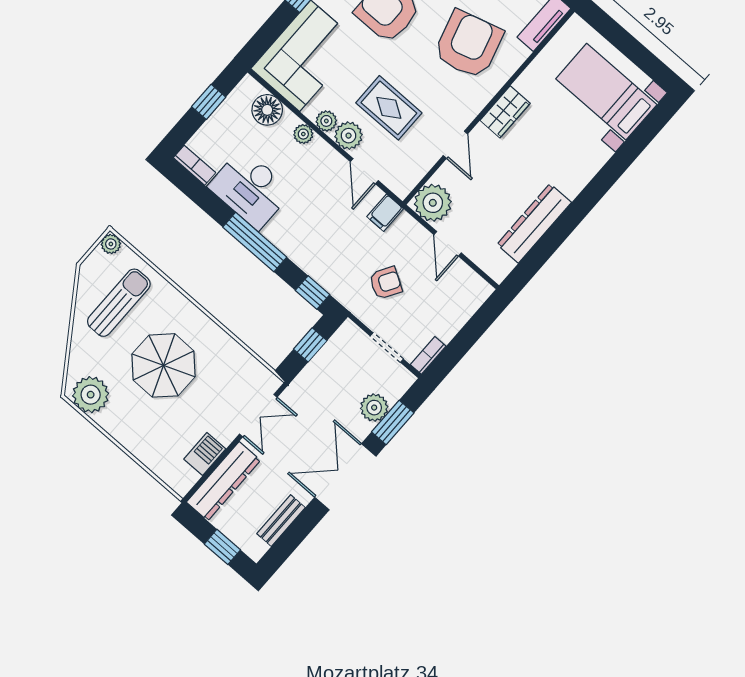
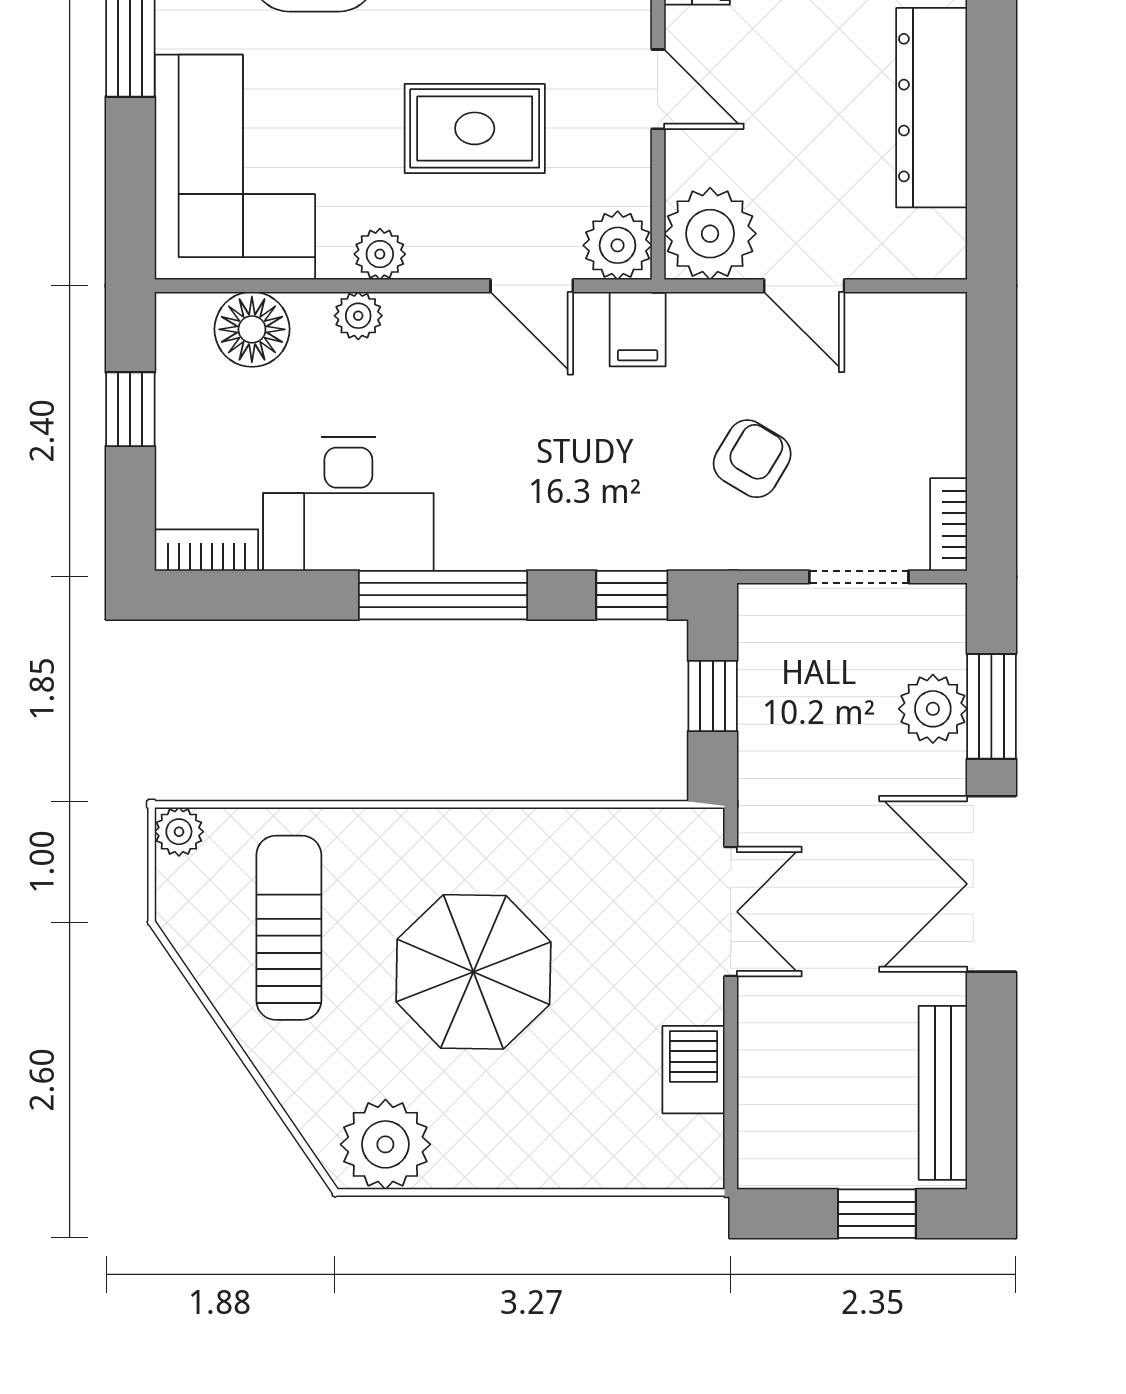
plant: (349, 136) -> (618, 245), moved
dresser: (223, 481) -> (772, 1090), removed
bench: (281, 521) -> (943, 1093), width x1.36

